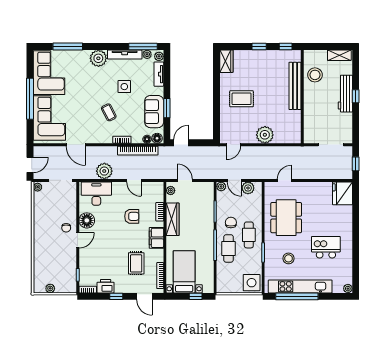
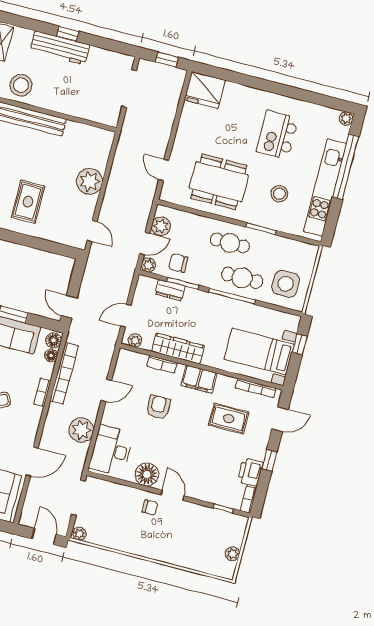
dresser: (209, 205) -> (170, 290), added
chair: (231, 222) -> (178, 263), moved
side table: (252, 283) -> (286, 284), moved
window: (297, 296) -> (346, 167), moved

